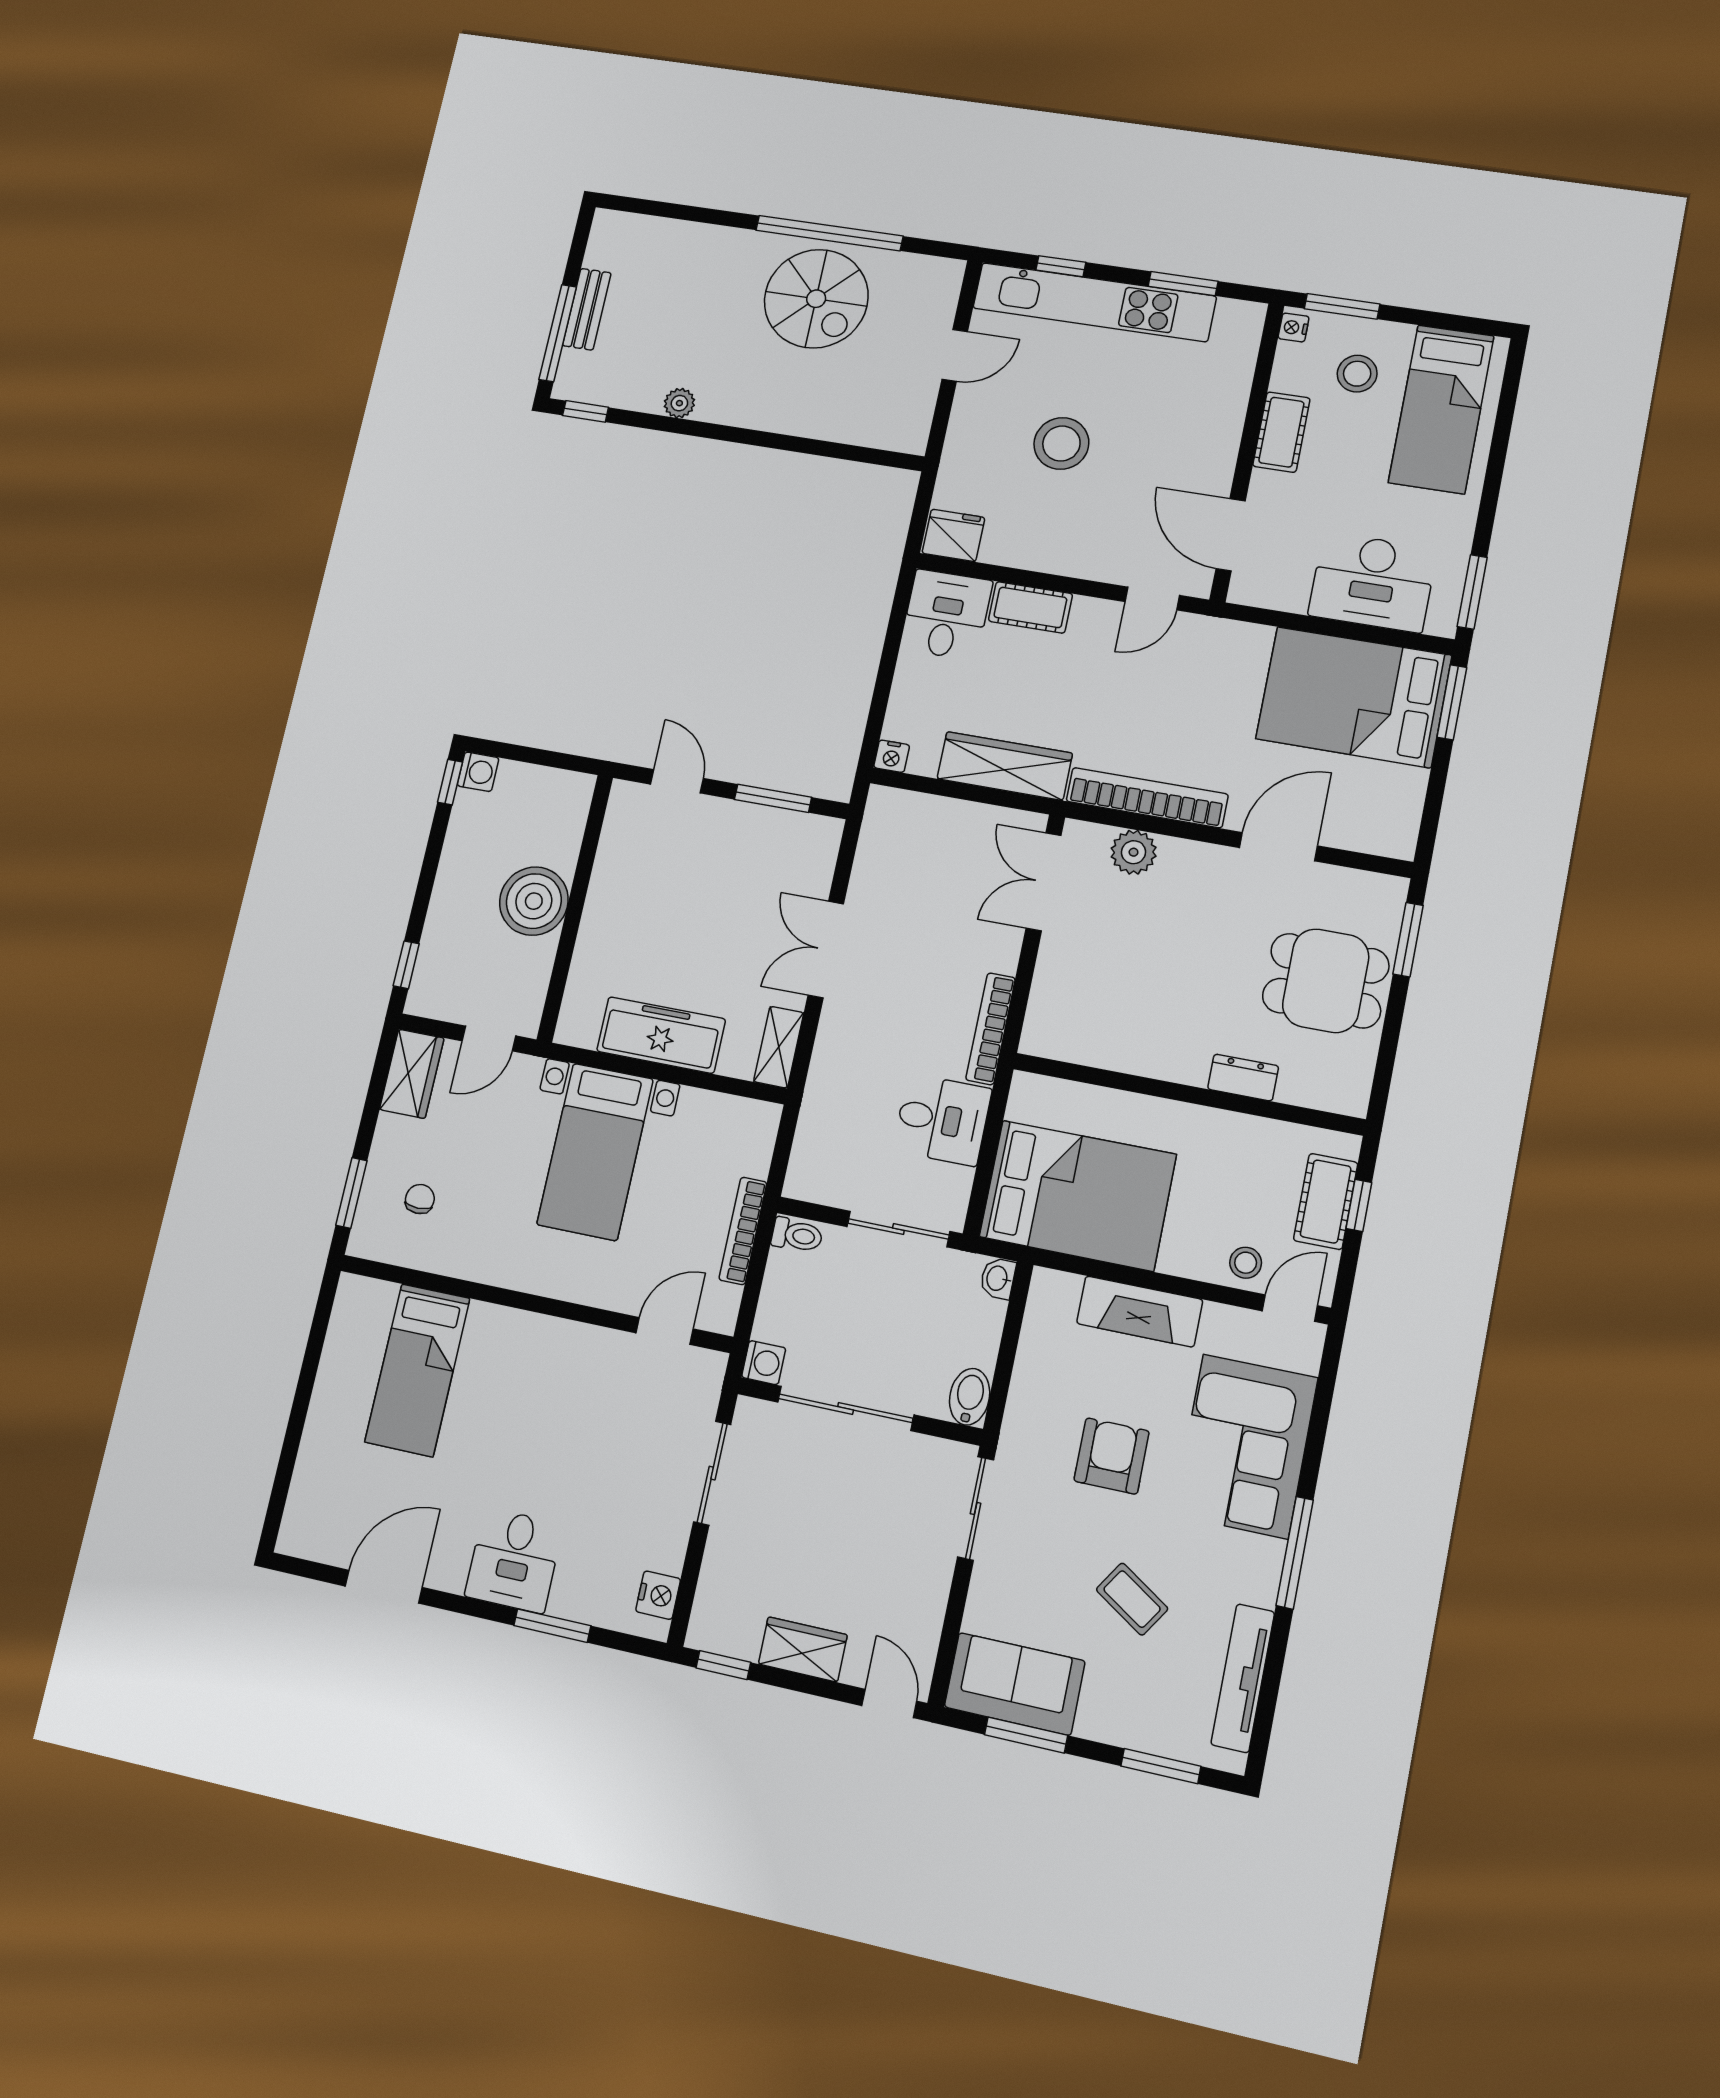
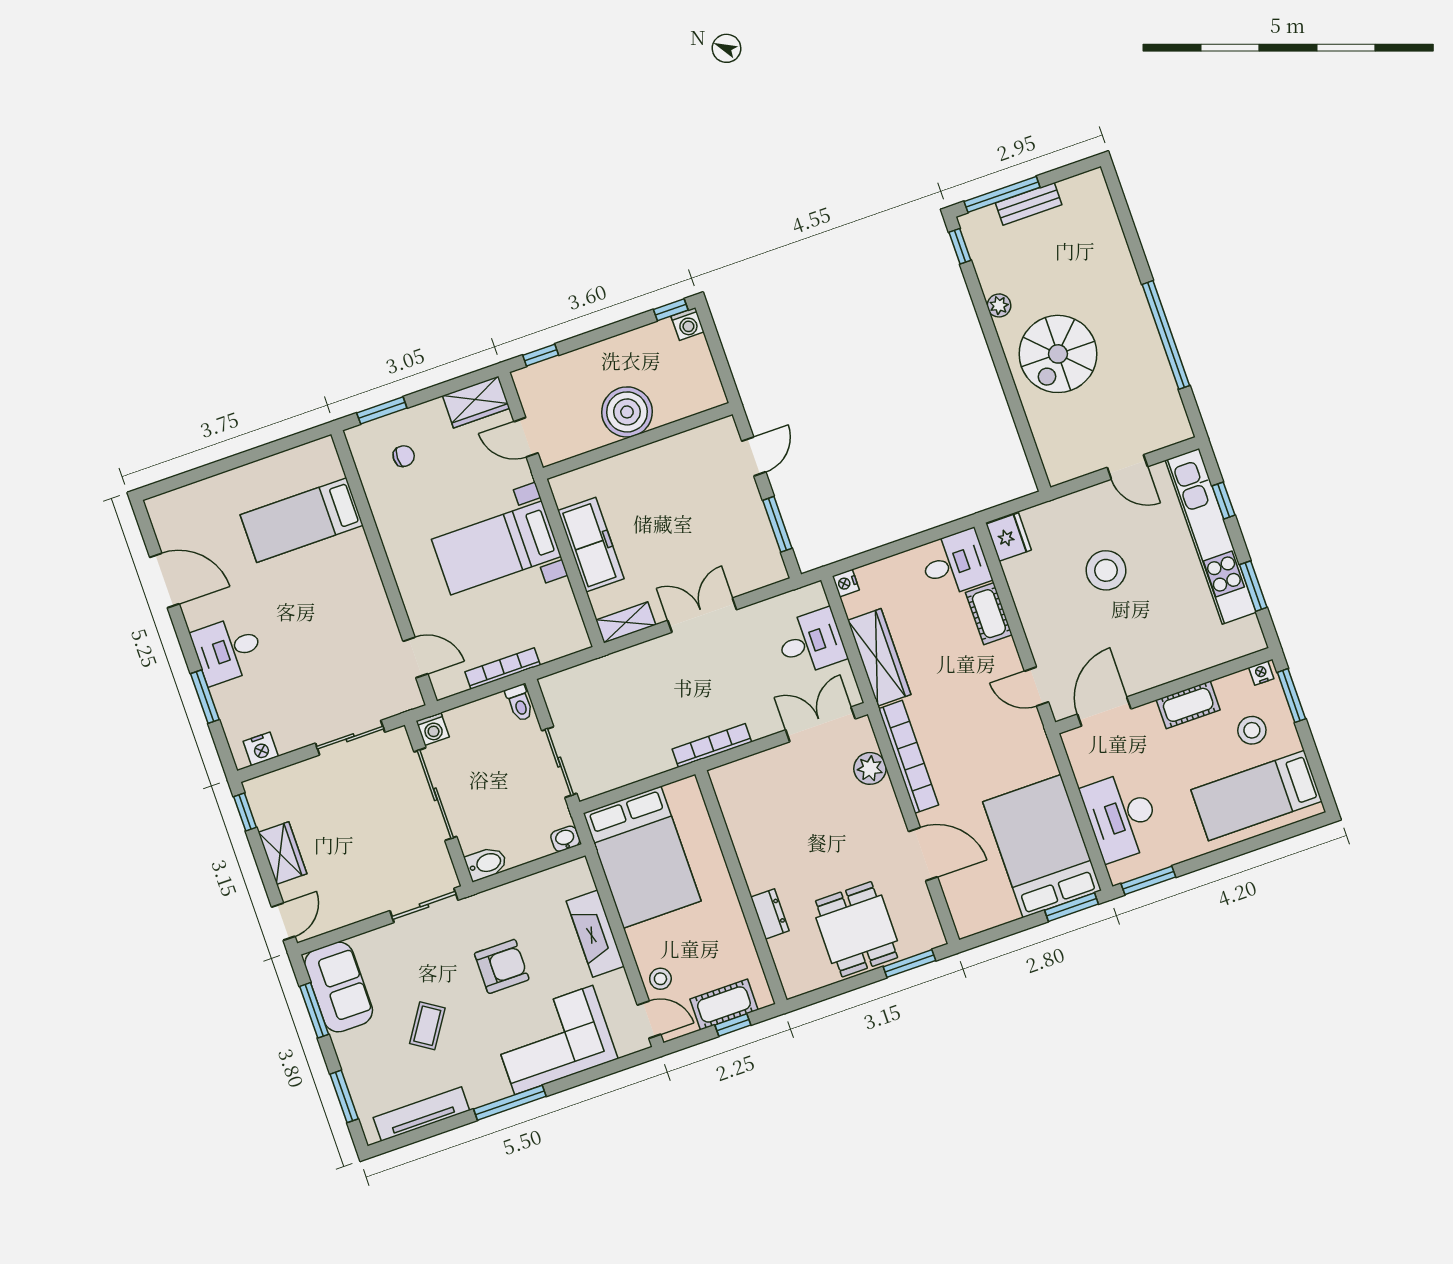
spiral stairs: (816, 299) -> (1058, 354), moved
desk: (942, 1120) -> (811, 642), moved, turned -90

